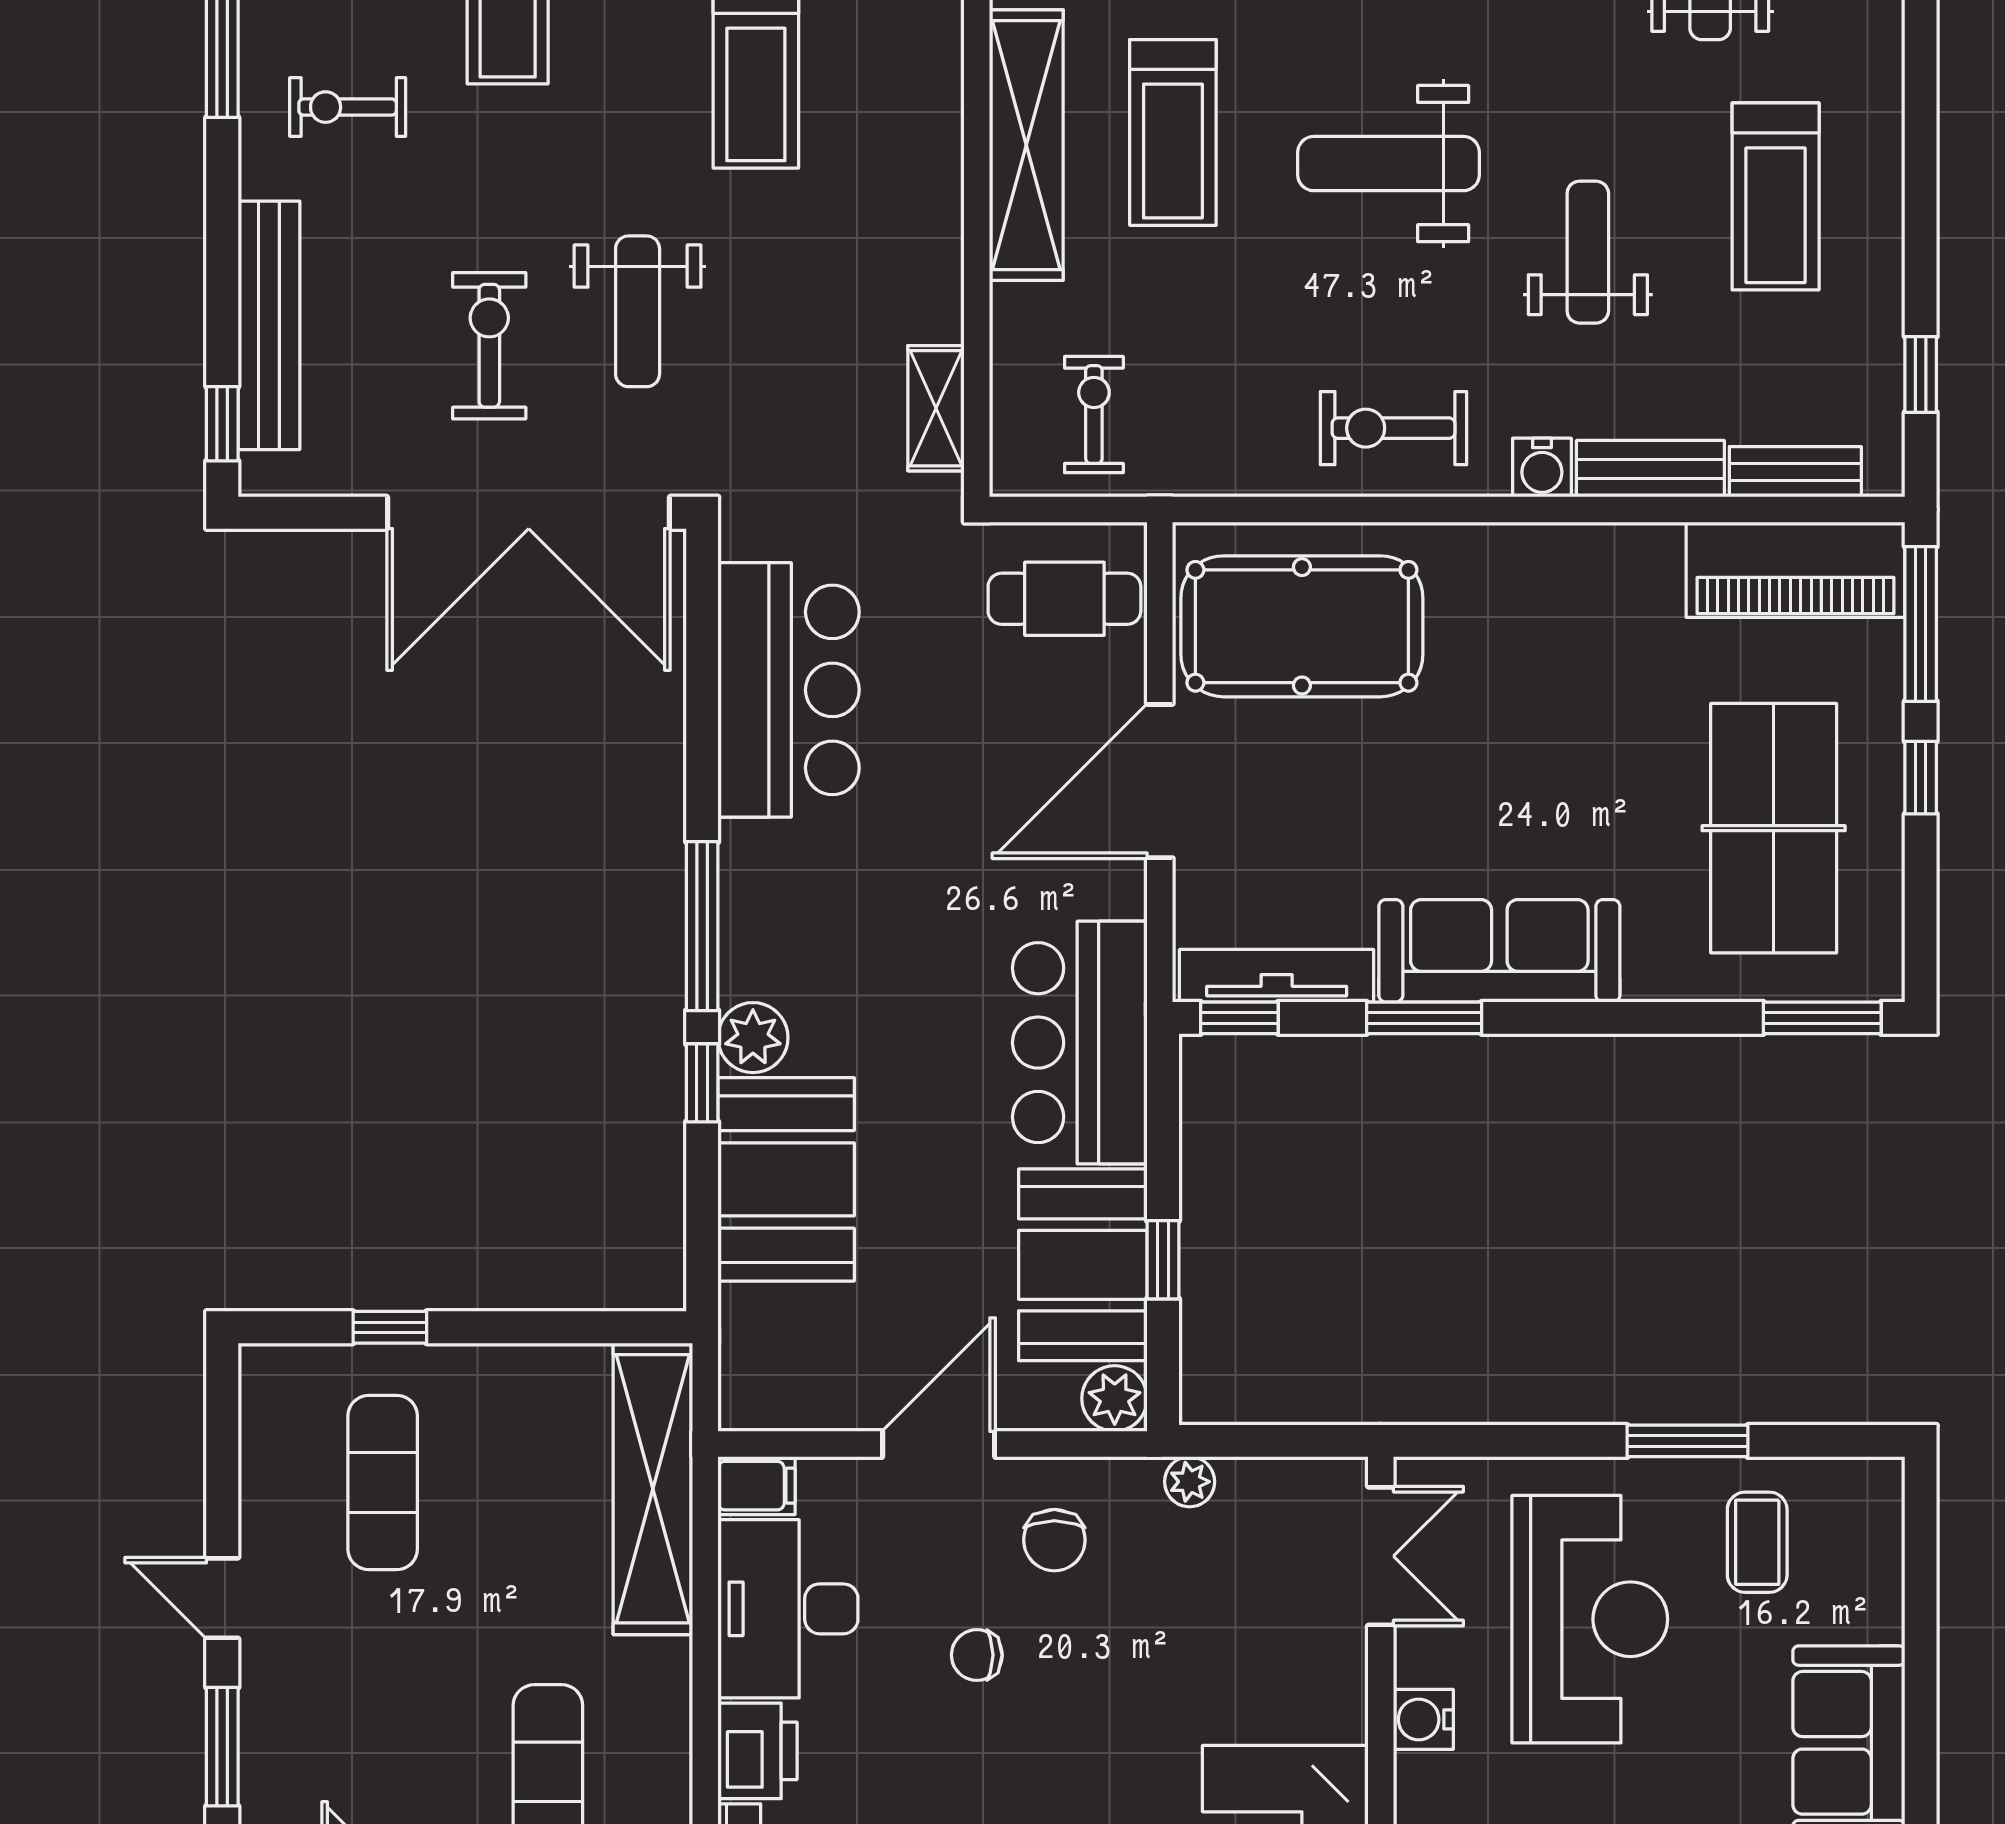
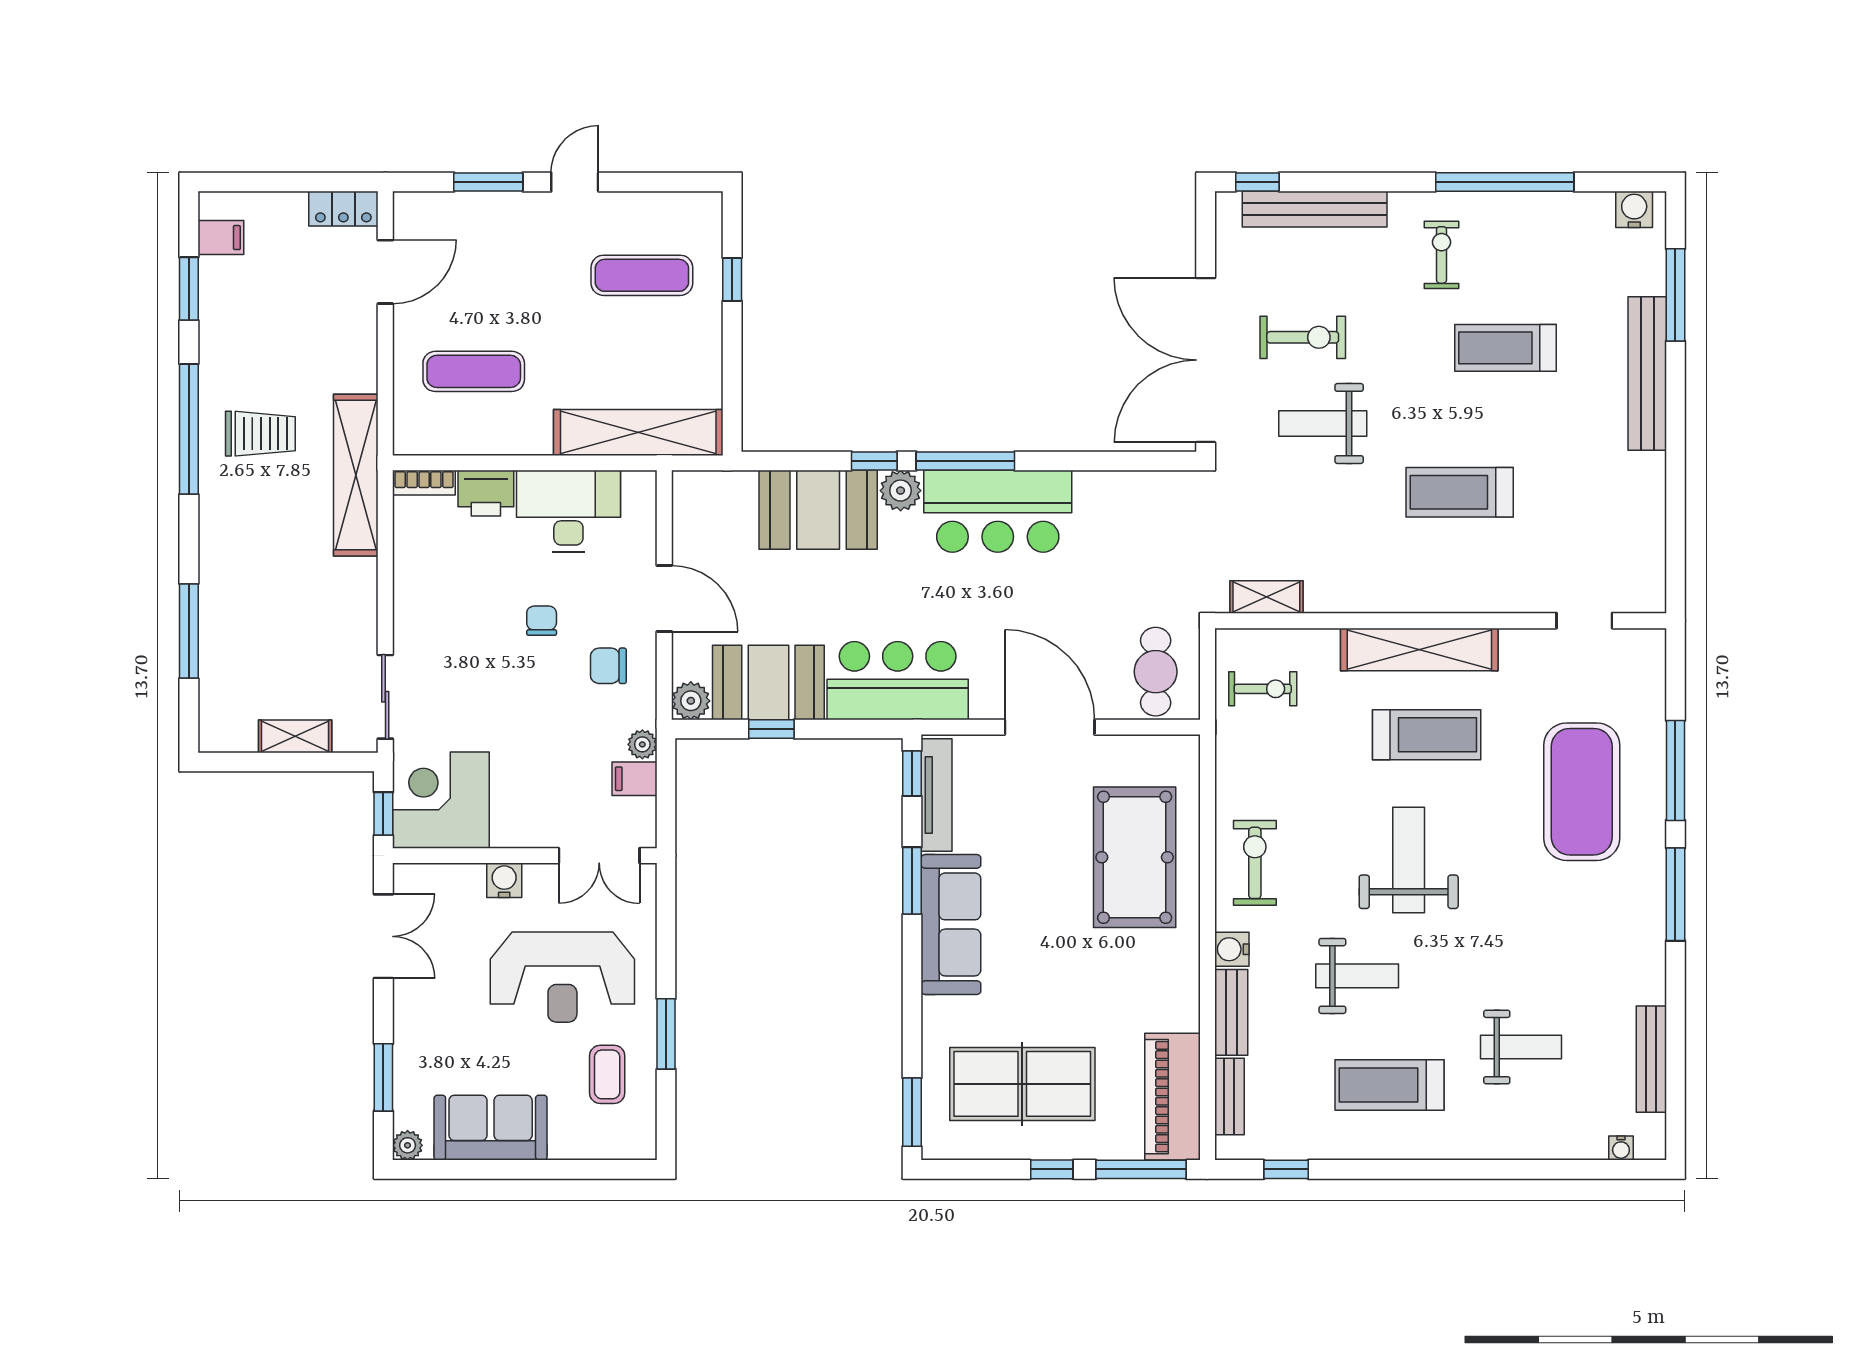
treadmill: (1173, 132) -> (1427, 735), turned 180
pool table: (1302, 626) -> (1135, 857), moved
bar counter: (789, 690) -> (998, 511), moved
filing cabinet: (756, 1486) -> (634, 779), moved, turned 90
coffee table: (1757, 1542) -> (607, 1074), turned 90

